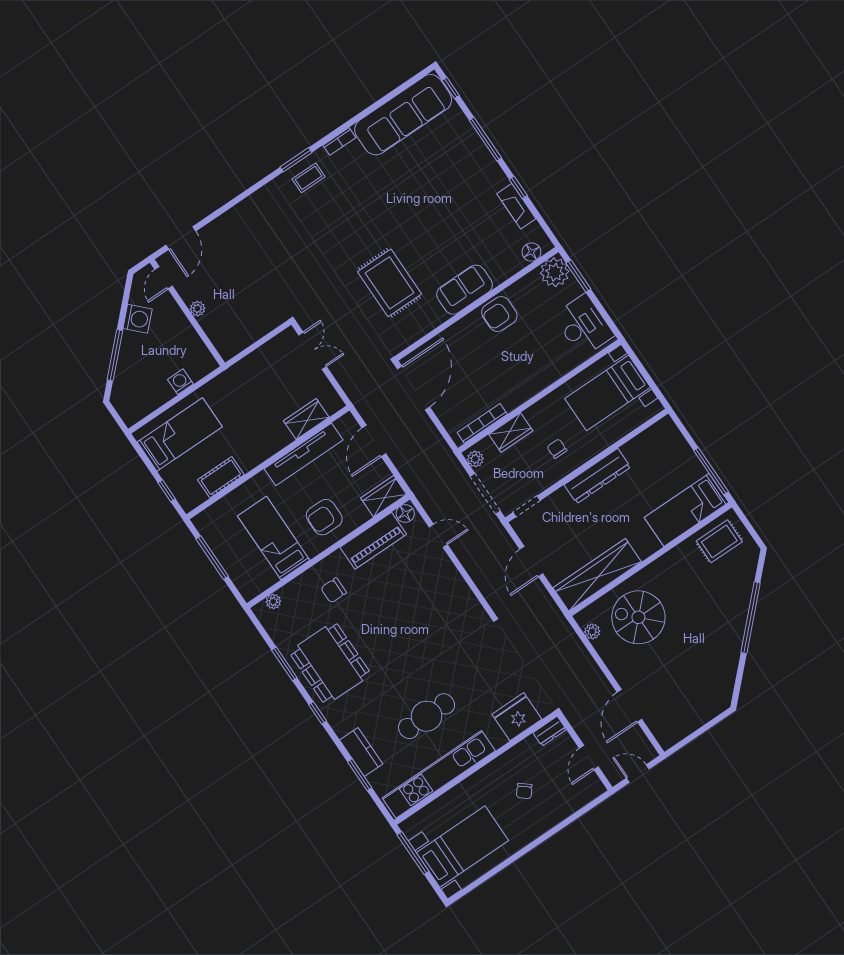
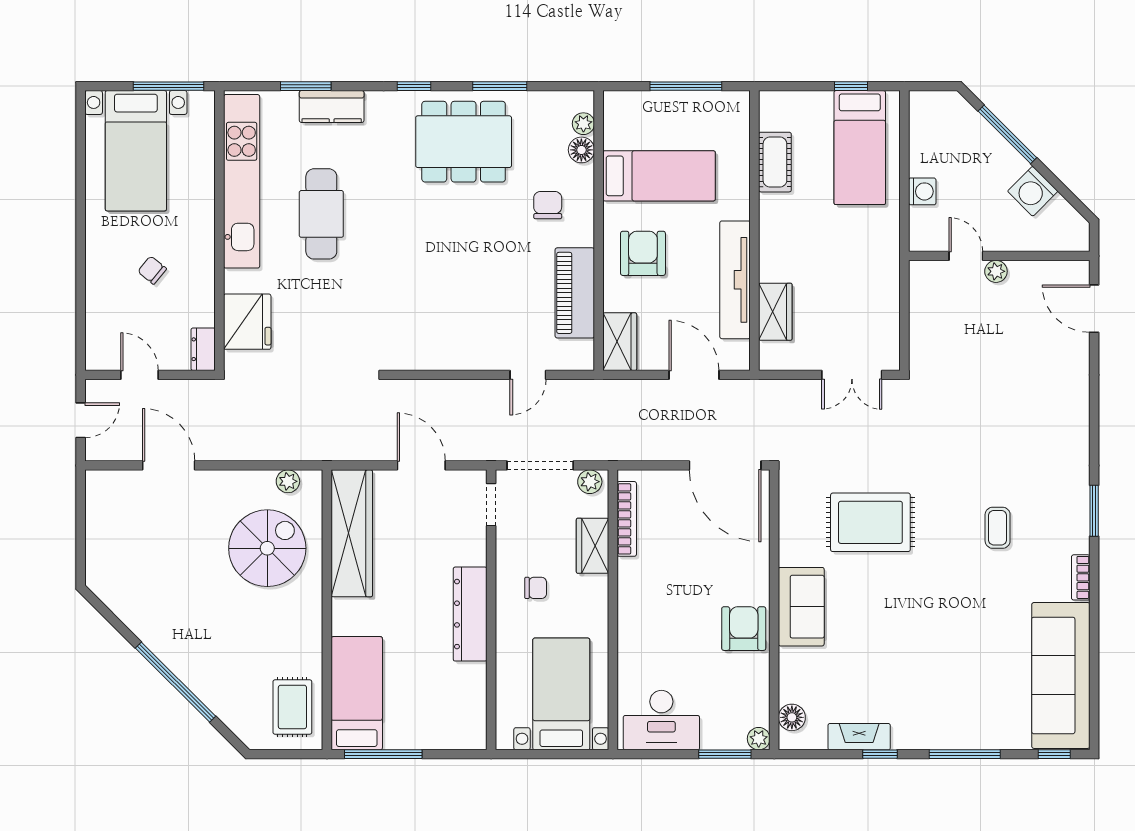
coffee table: (309, 178) -> (998, 528), moved
plant: (555, 272) -> (759, 739), width x0.53, depth x0.53
door: (164, 278) -> (966, 256), moved
window: (167, 491) -> (851, 86), moved
floor lamp: (405, 514) -> (581, 150), moved

